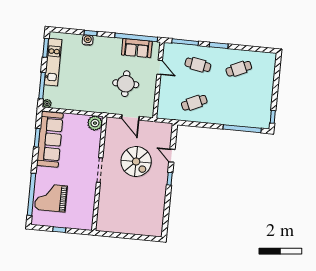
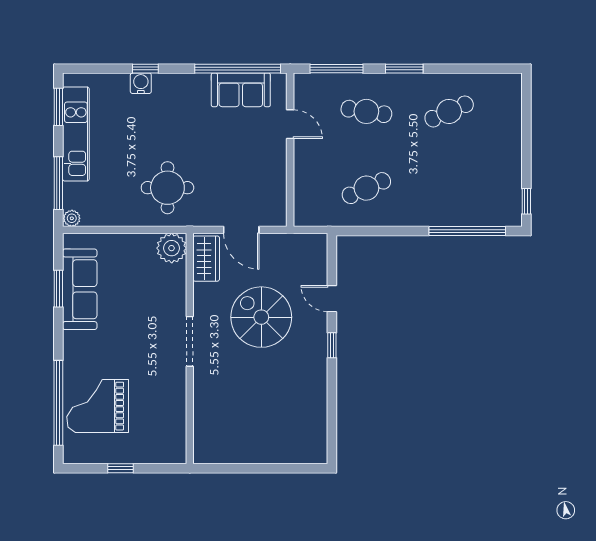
round table: (126, 84) -> (167, 188), moved
wardrobe: (112, 130) -> (206, 259), added
sofa: (50, 139) -> (80, 289), width x0.74, depth x0.79
spiral stairs: (136, 161) -> (261, 317), turned 180

